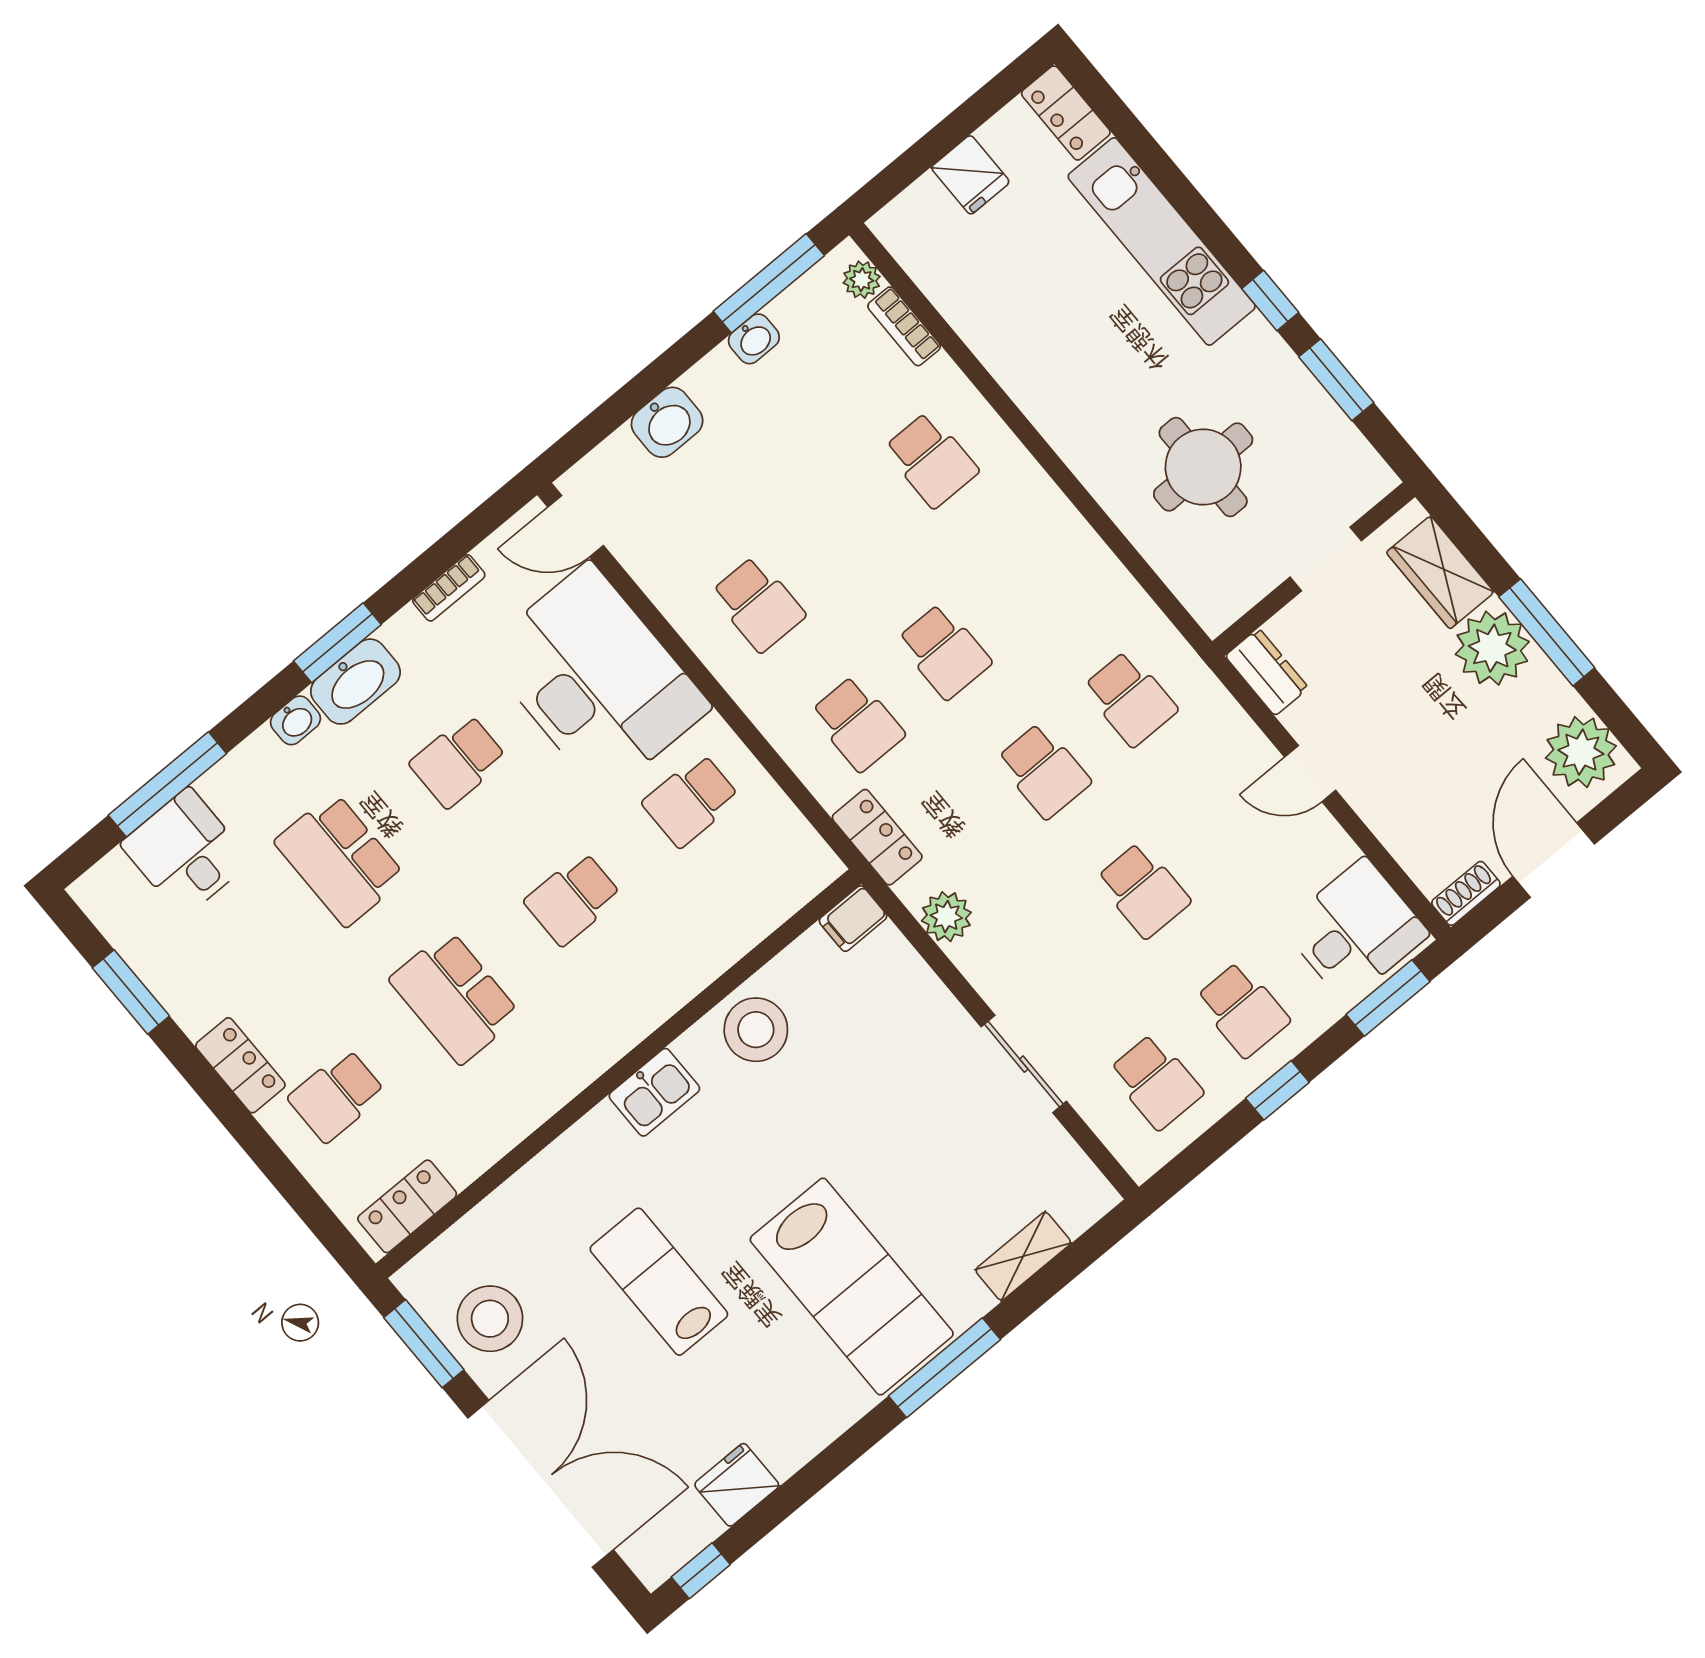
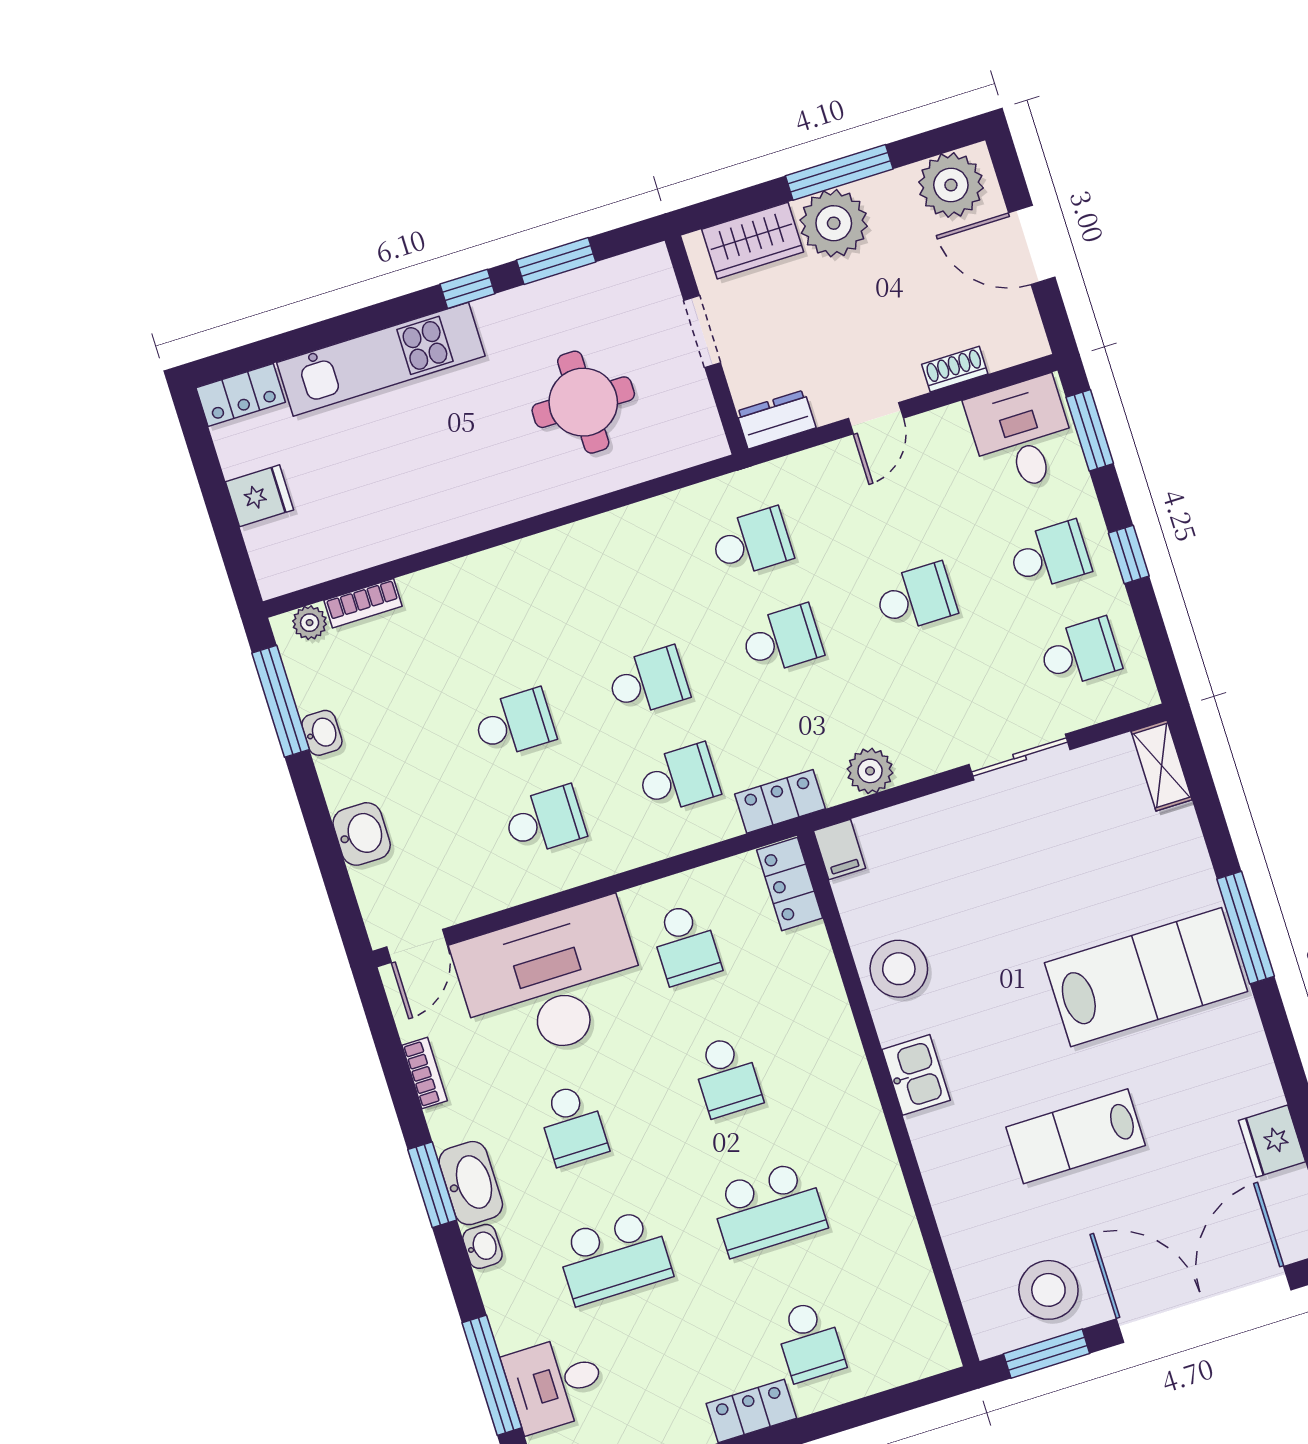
school desk: (931, 460) -> (514, 723), moved
shoe rack: (1466, 893) -> (955, 369), moved, turned 90
locker: (407, 1206) -> (790, 884), moved
shelving: (1023, 1256) -> (1162, 765), moved

